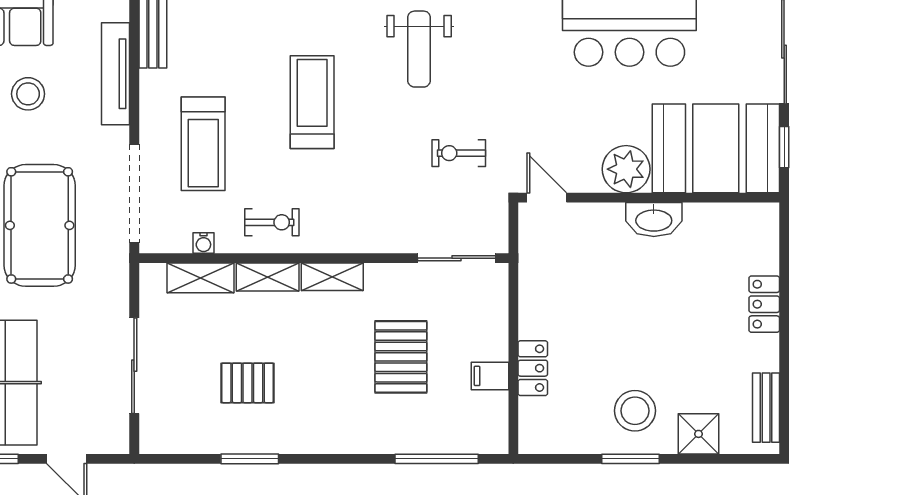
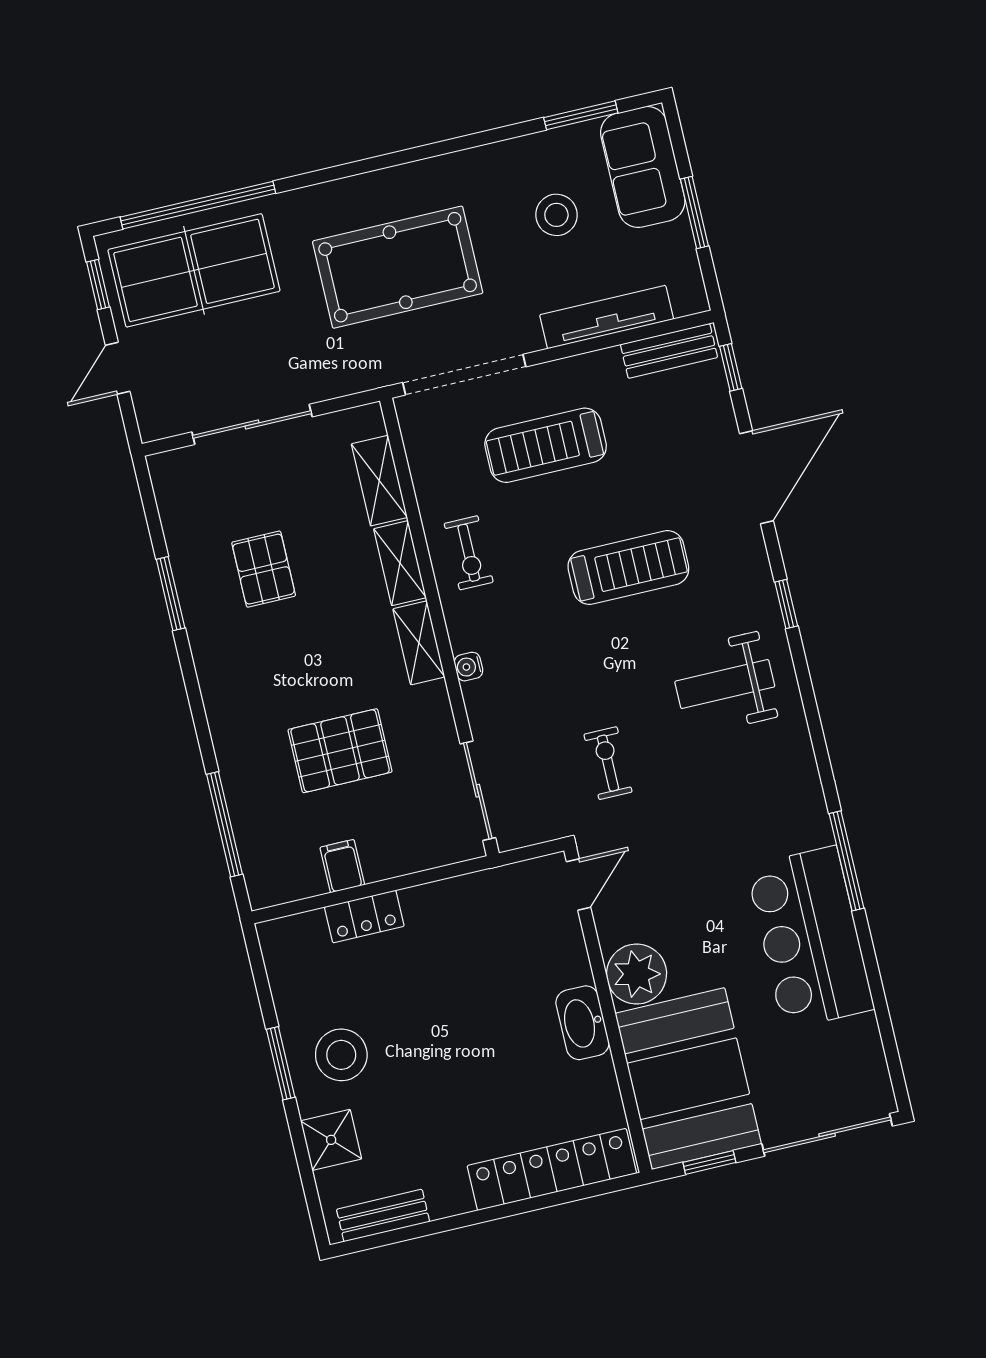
water cooler: (203, 243) -> (468, 667), moved
locker: (764, 304) -> (552, 1169), width x2.16, depth x1.21

